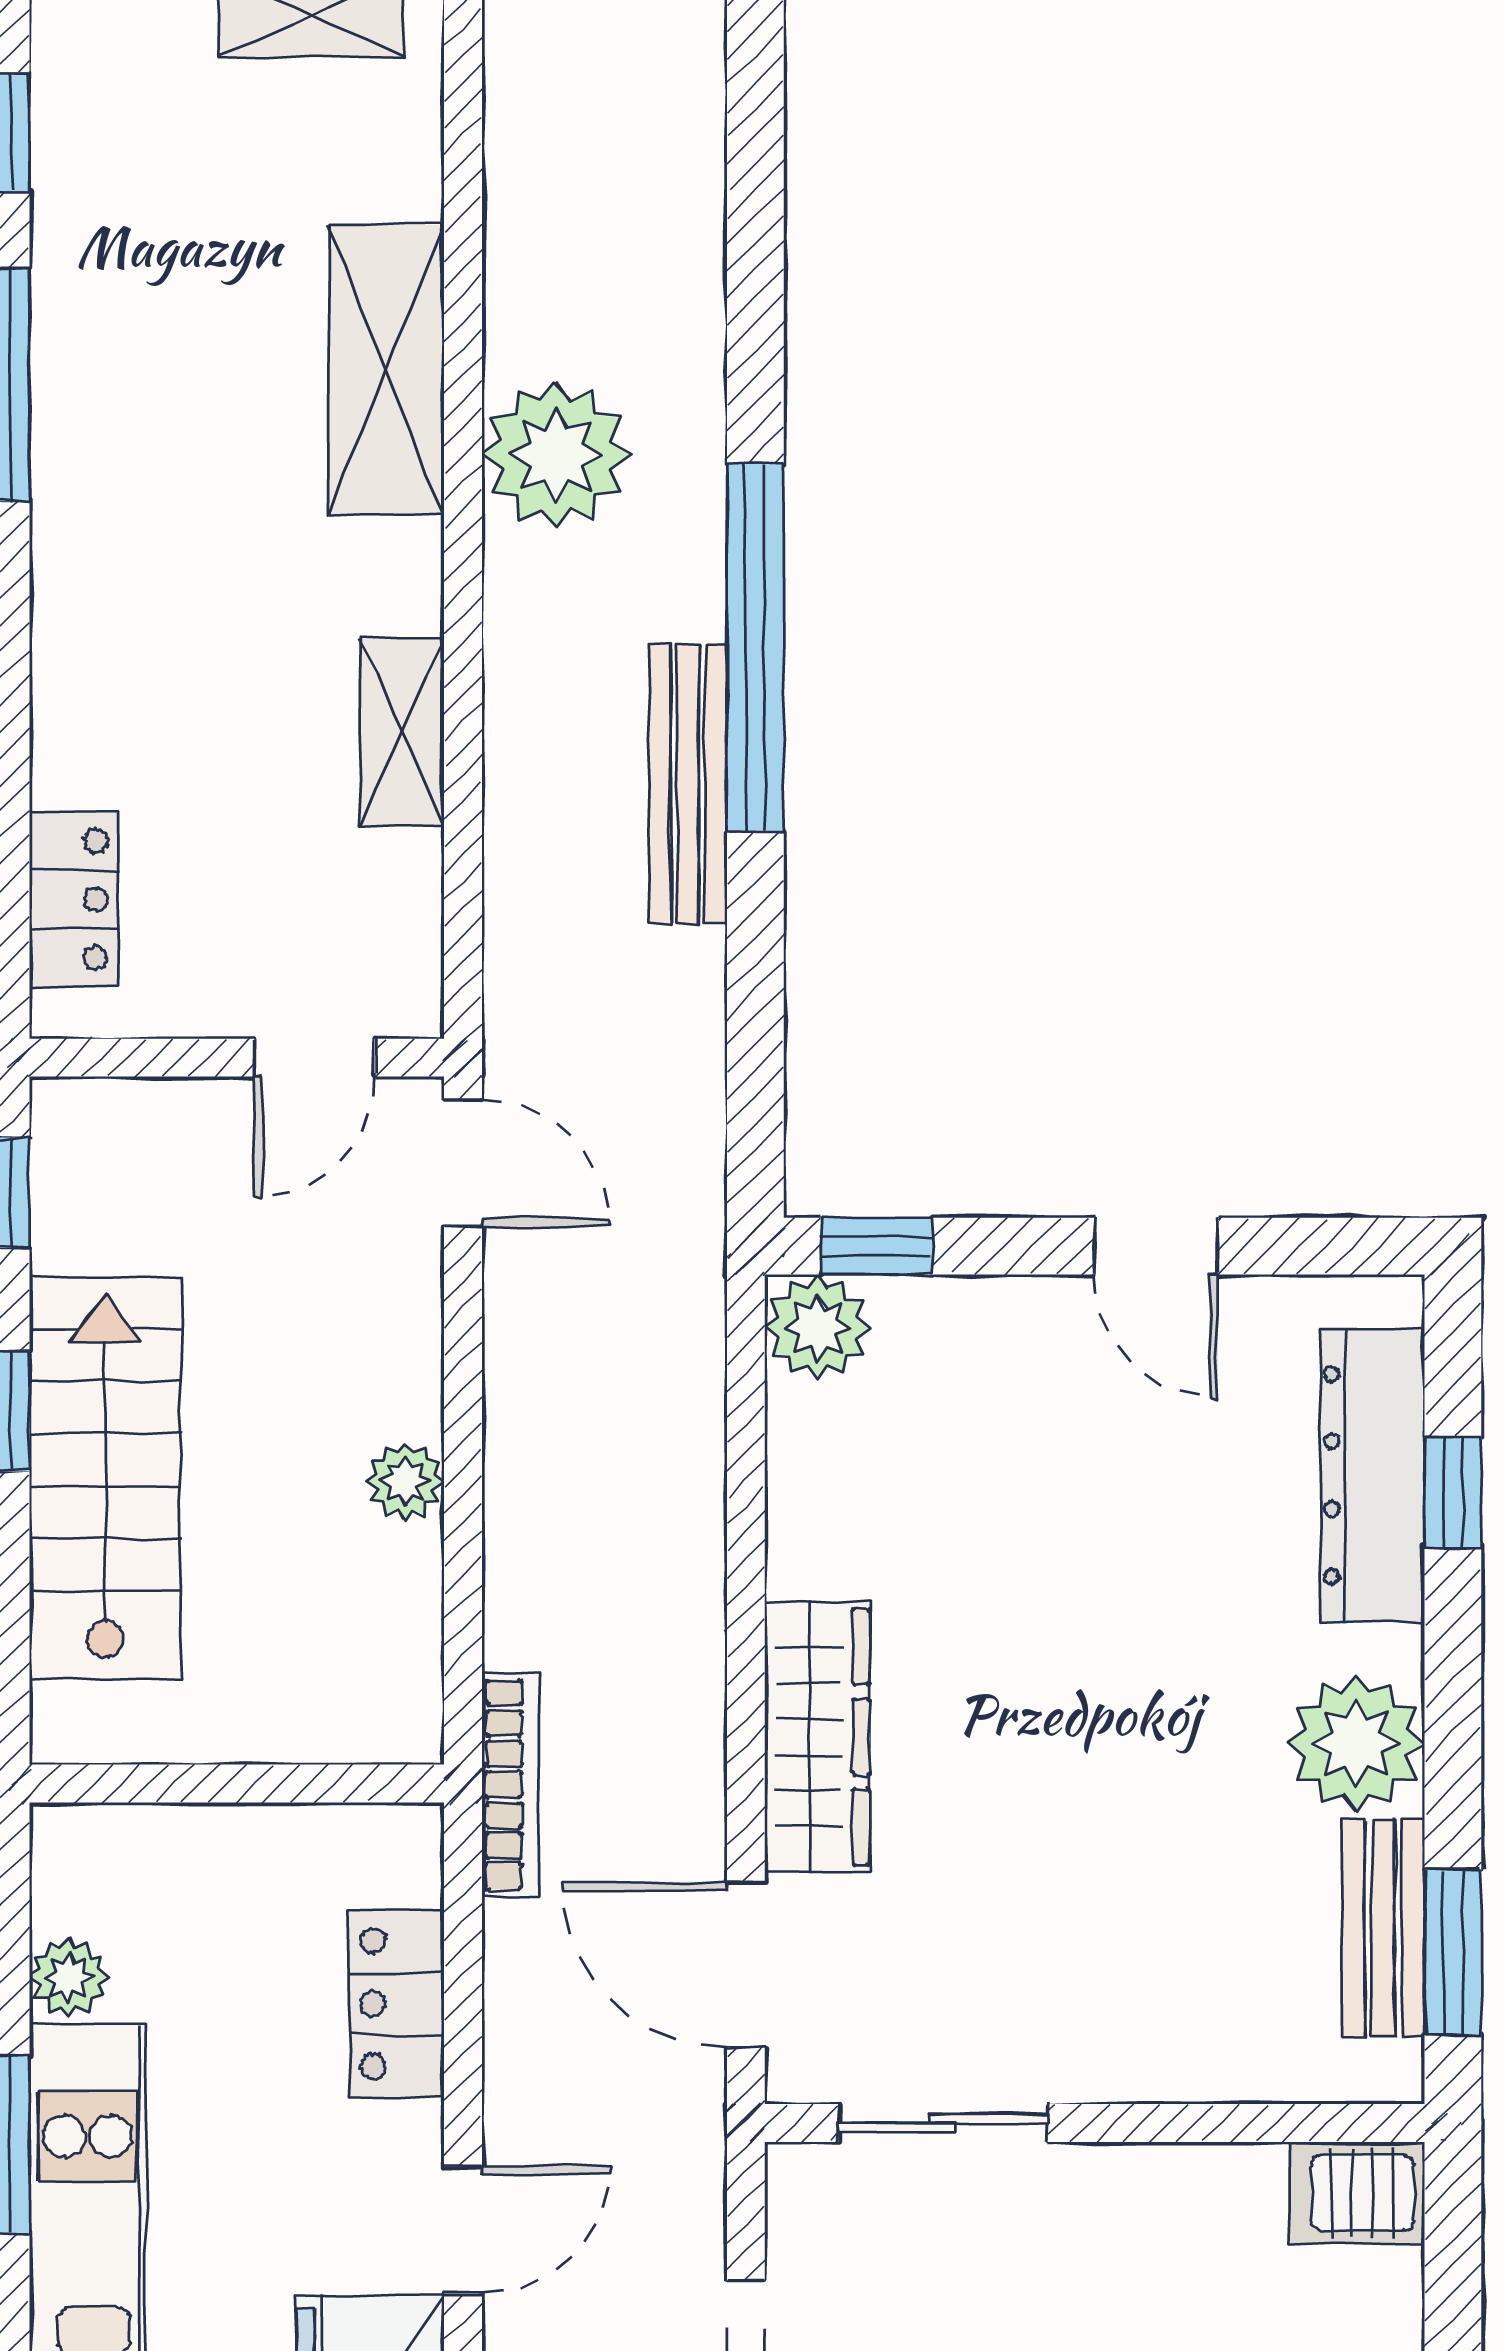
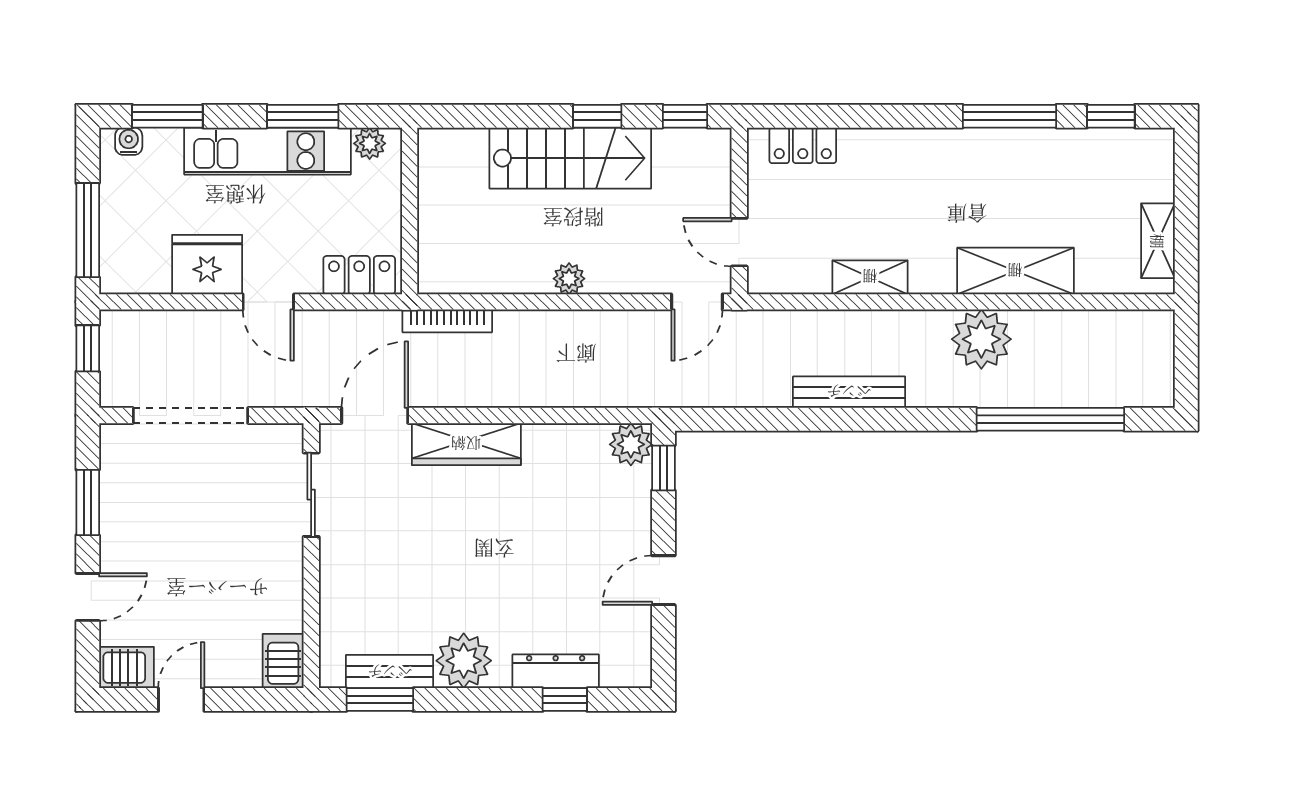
window: (755, 648) -> (1050, 419), moved
dresser: (1372, 1475) -> (556, 671), width x0.73, depth x0.80
wall: (237, 1784) -> (410, 211), moved

